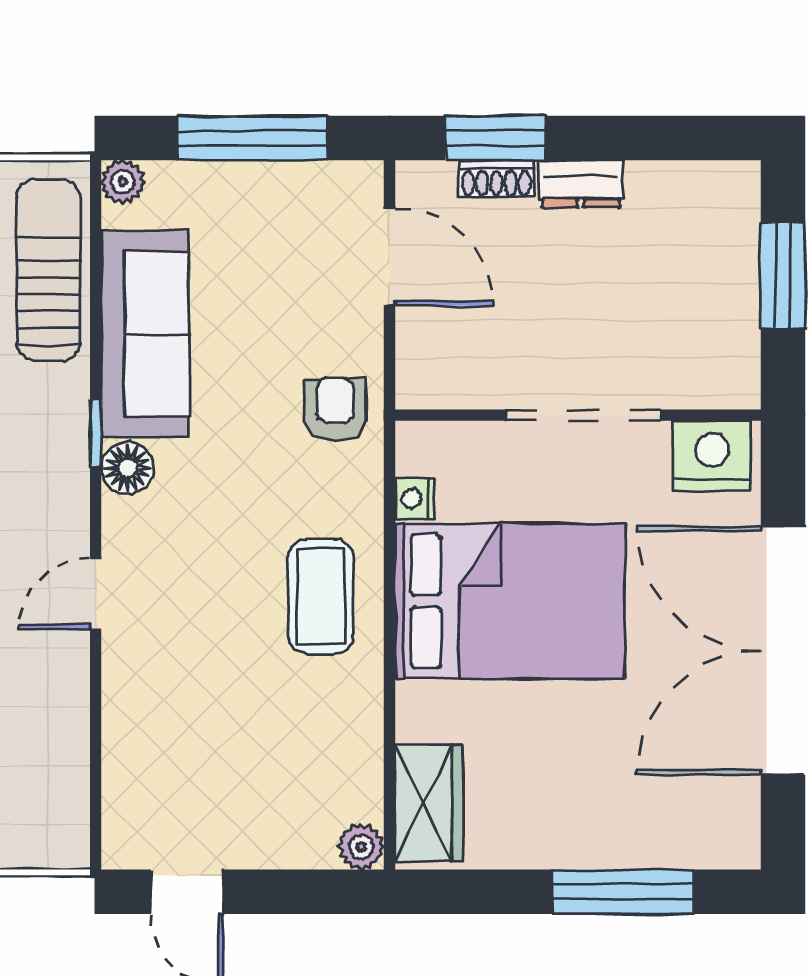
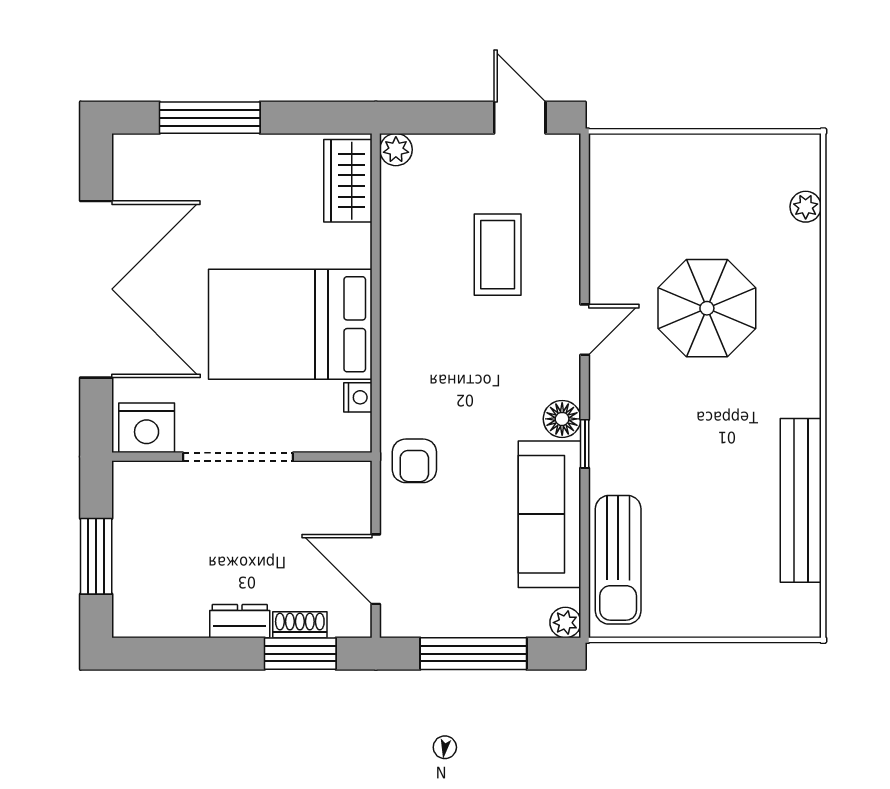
coffee table: (321, 596) -> (498, 255), moved

